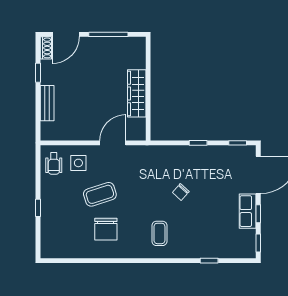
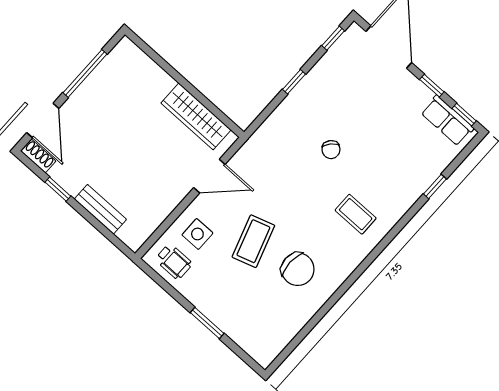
wardrobe: (137, 93) -> (196, 116), moved
door: (113, 143) -> (209, 176), swing flipped
window: (38, 208) -> (207, 323), width x1.50
row of seats: (248, 211) -> (447, 121), moved

